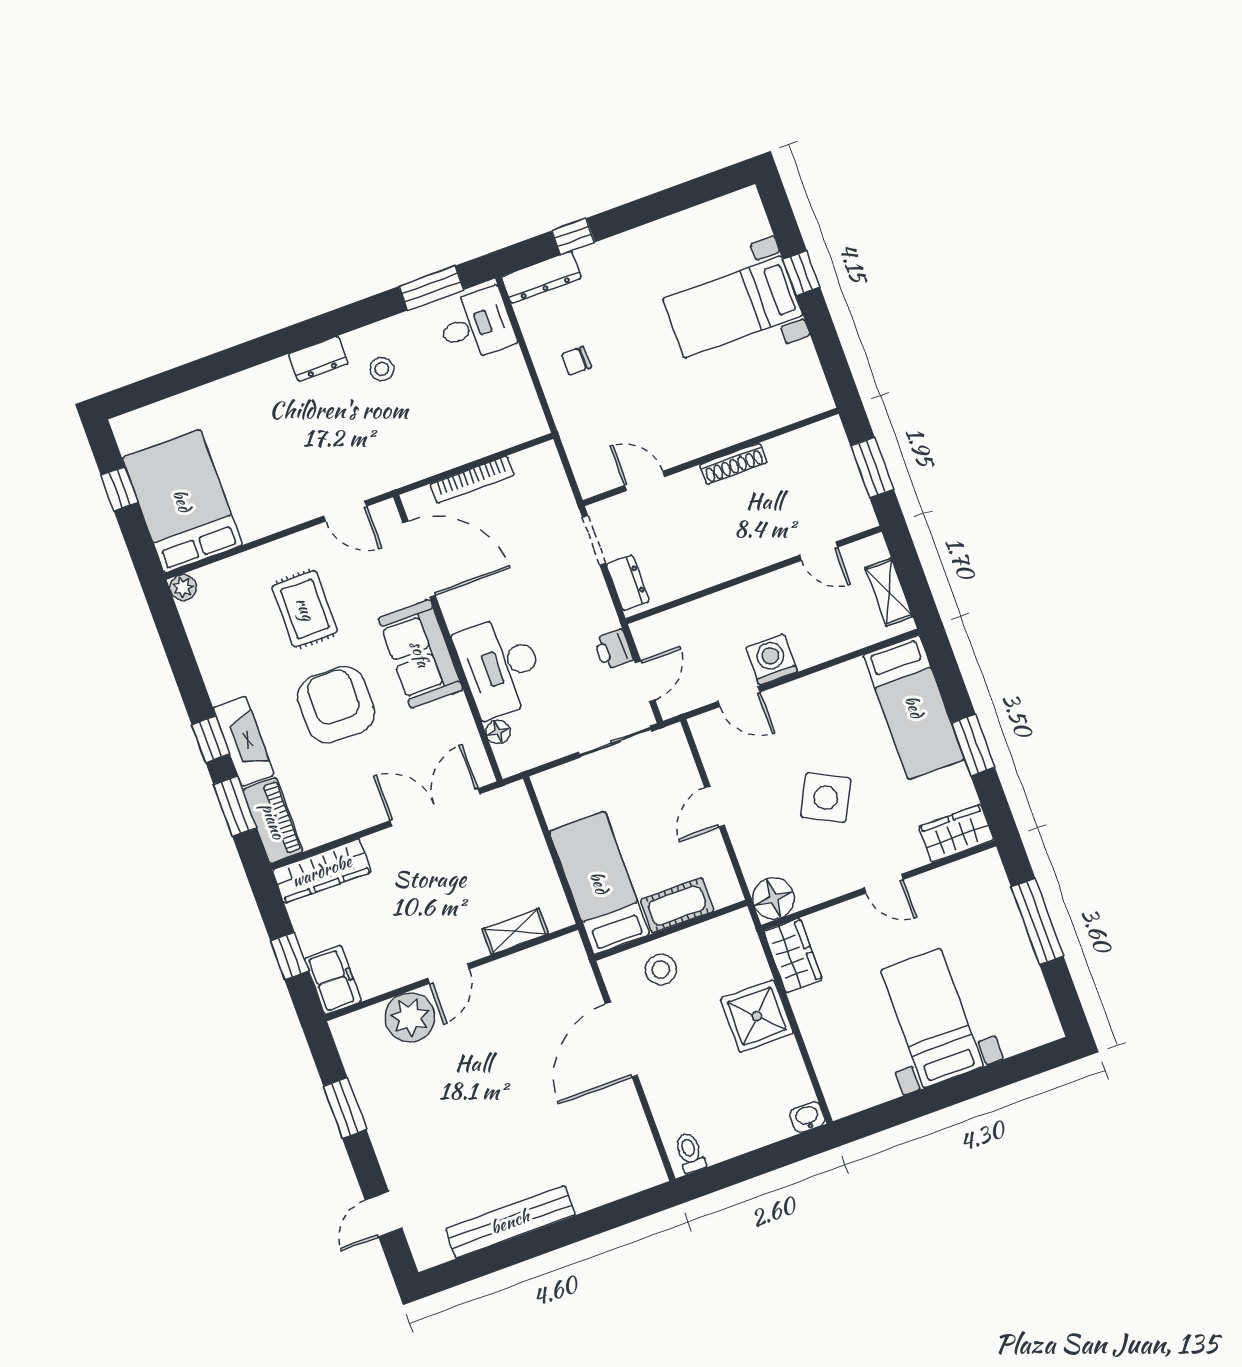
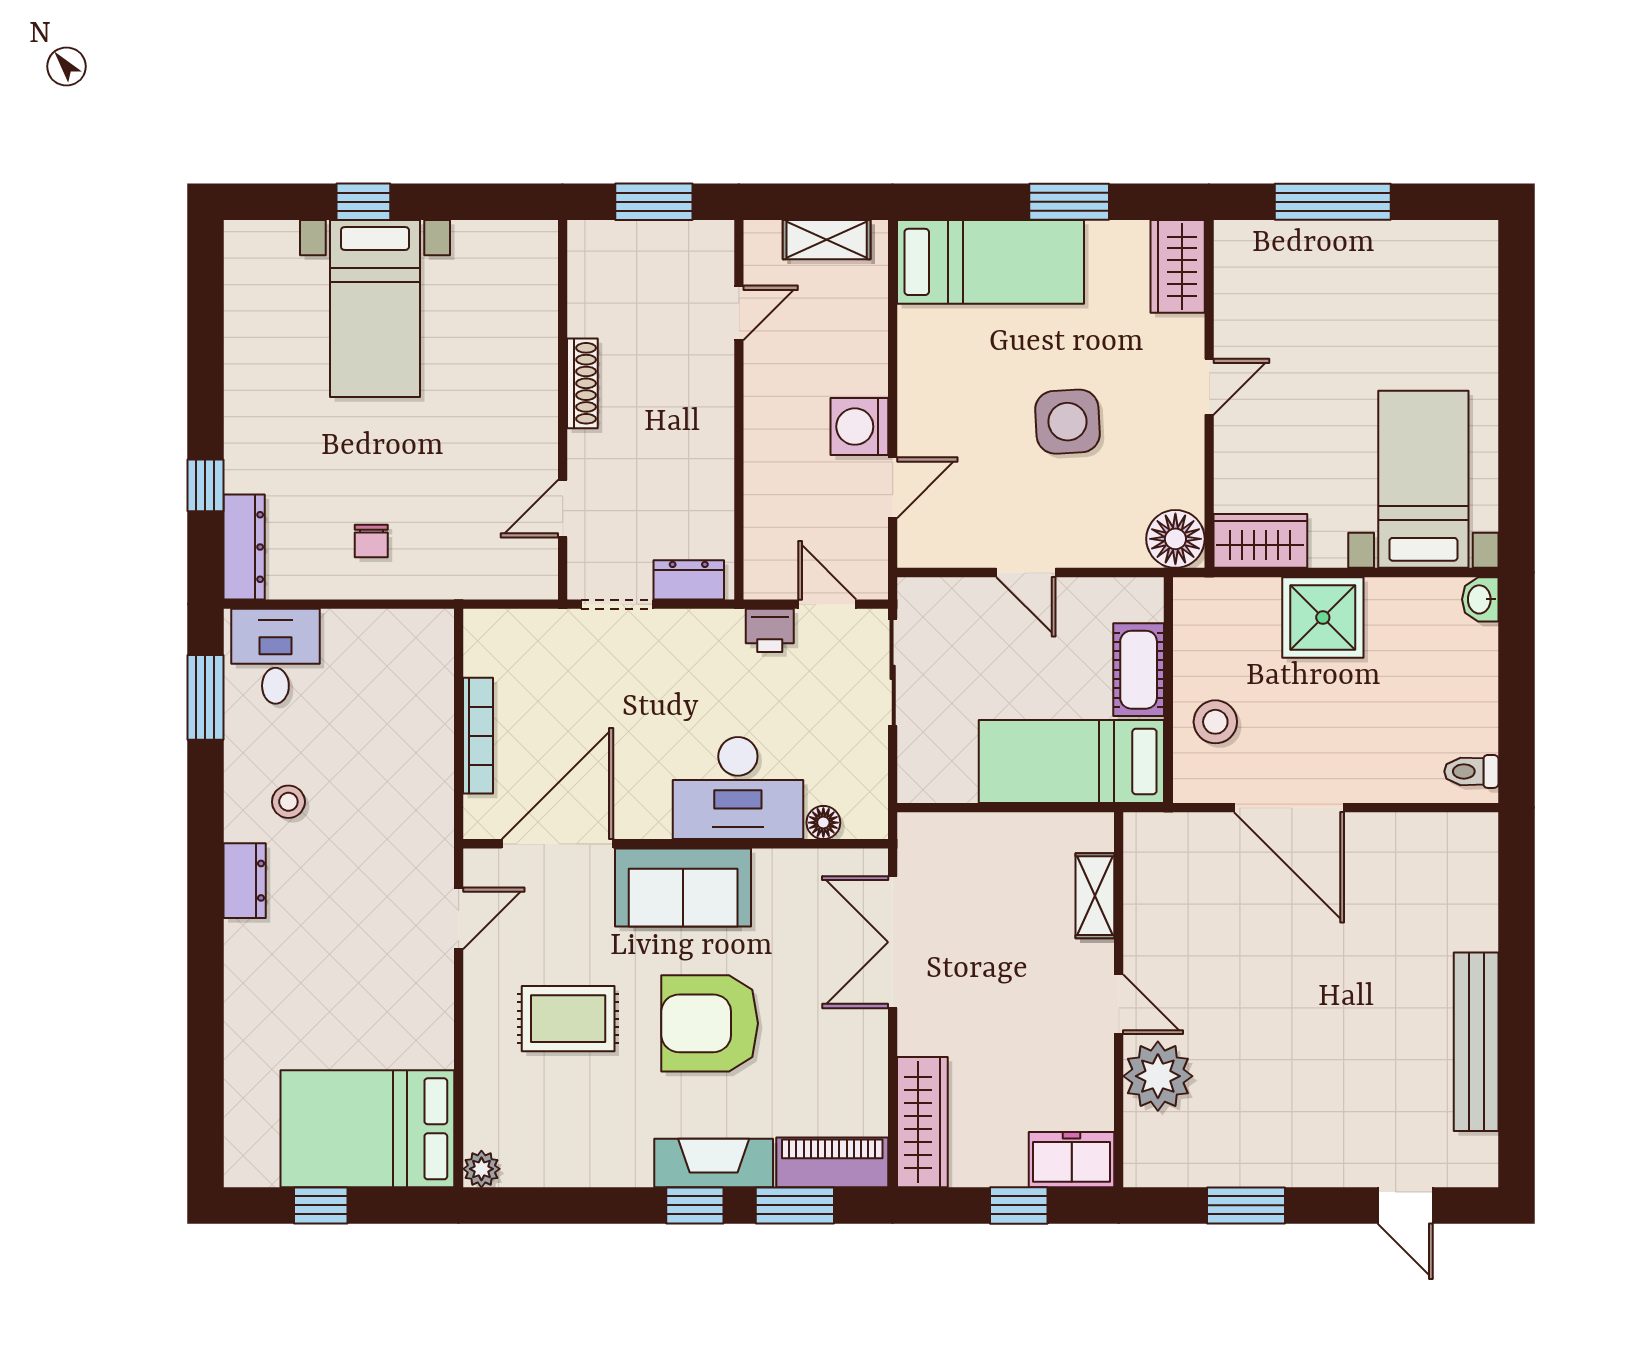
side table: (826, 798) -> (1068, 422), turned -30
bed with nightstands: (932, 1018) -> (1423, 479), moved, turned 90

